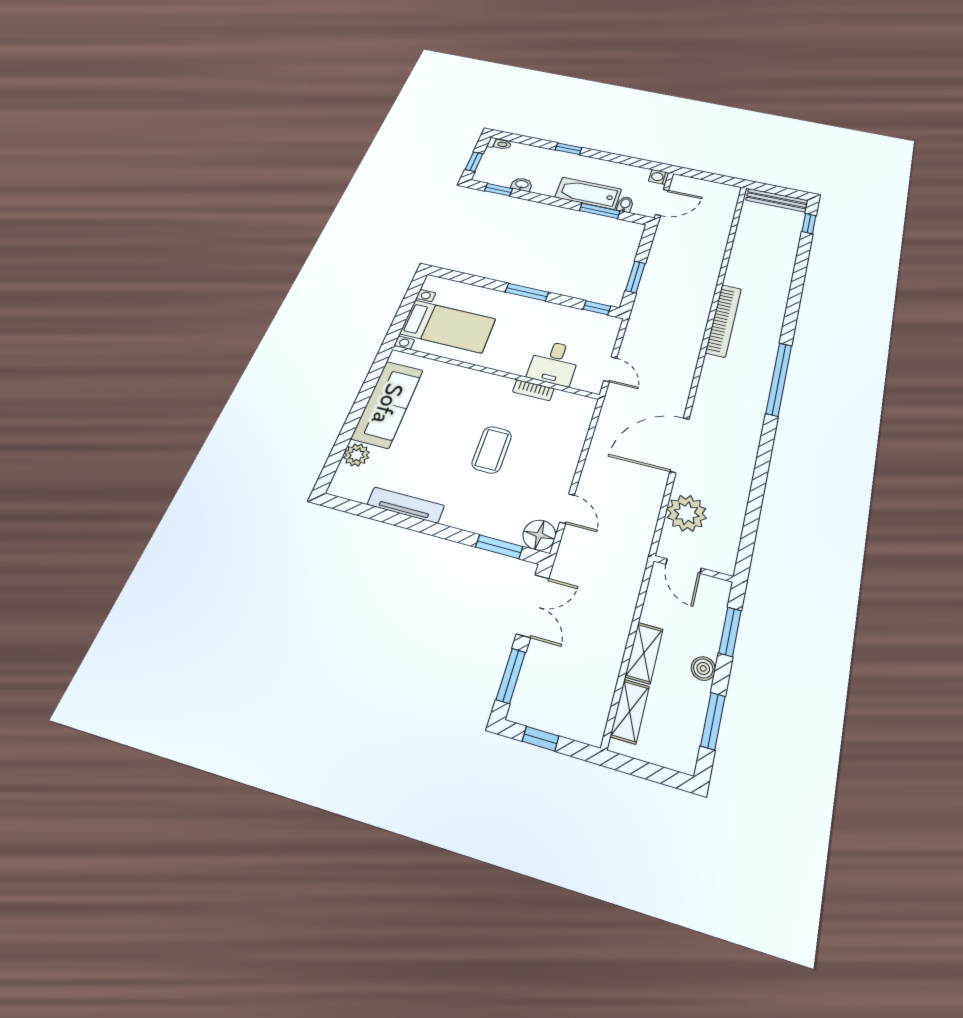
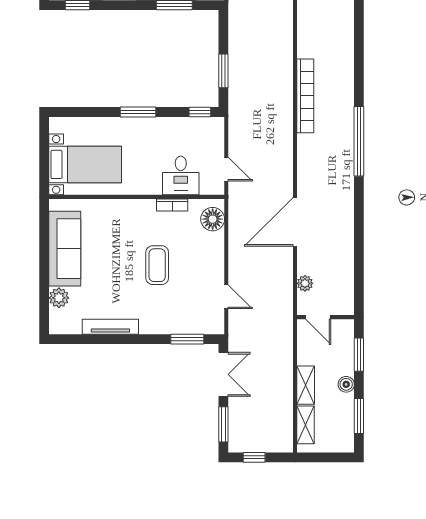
plant: (687, 513) -> (305, 283), width x0.53, depth x0.53
floor lamp: (539, 535) -> (213, 219), moved

